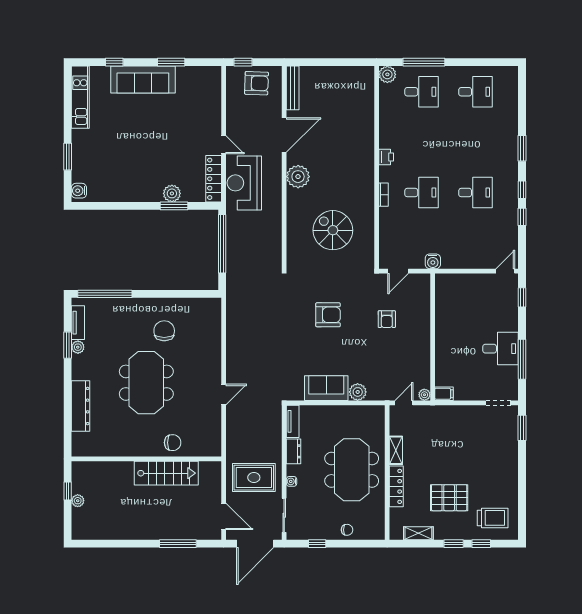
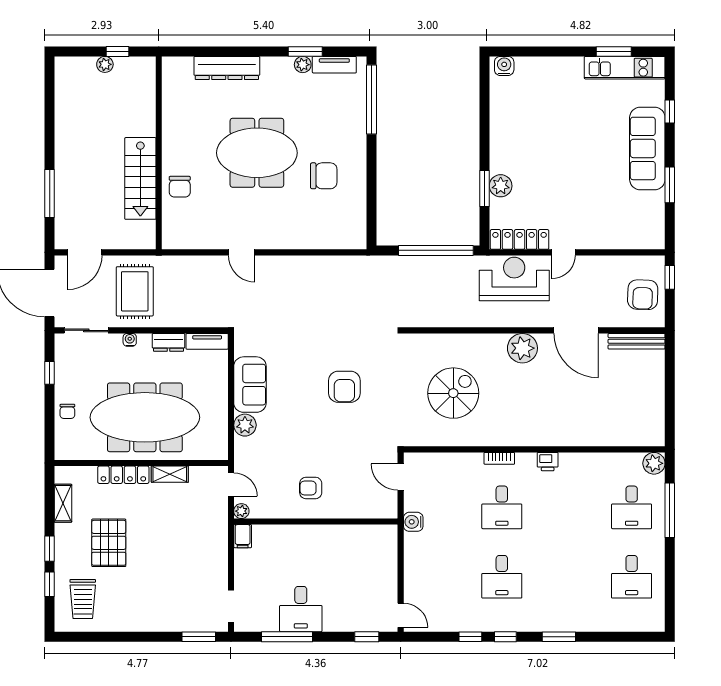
window: (68, 157) -> (614, 51), moved
armchair: (387, 319) -> (311, 488), moved
meeting table: (352, 470) -> (145, 417), width x1.36

